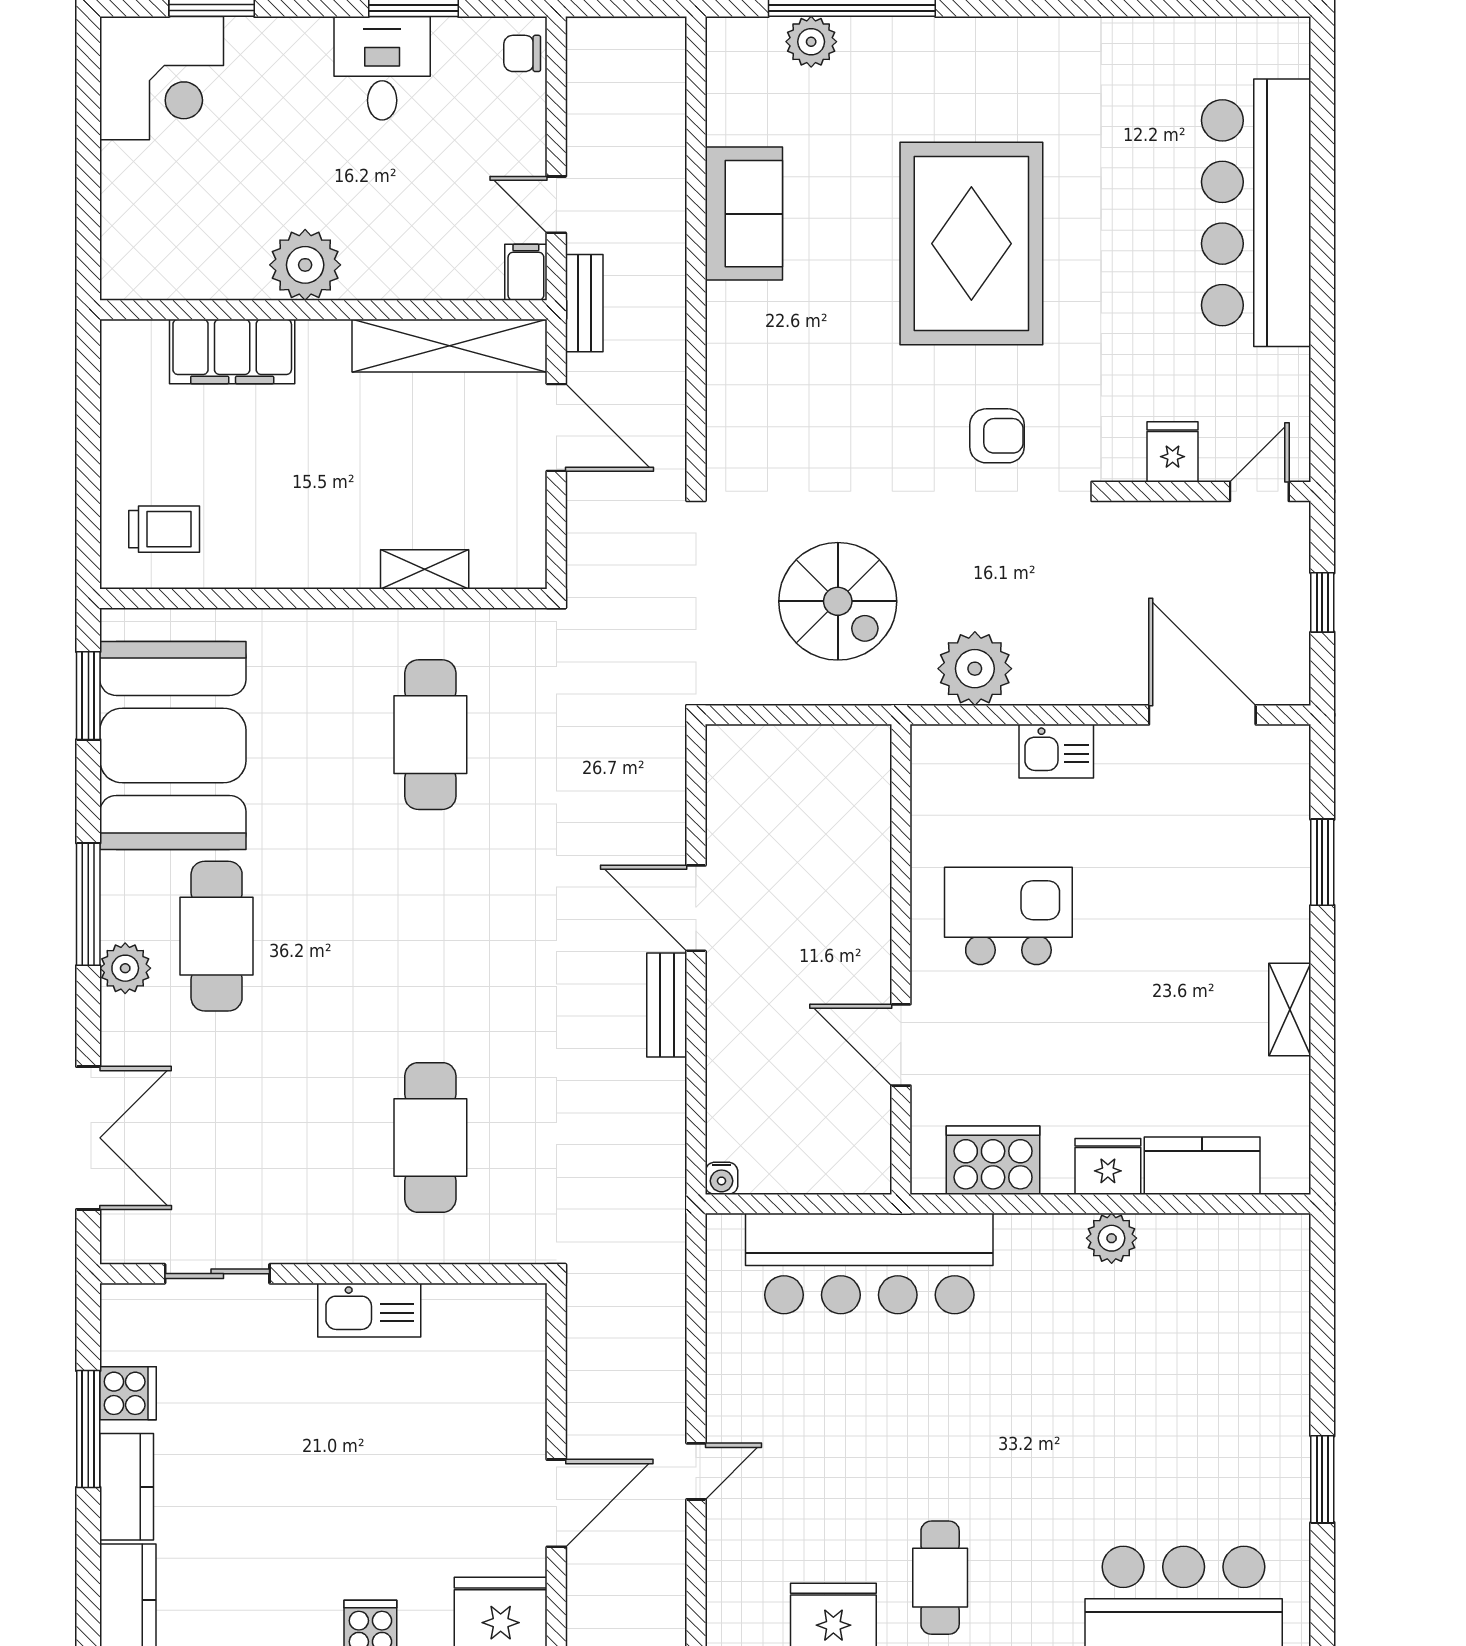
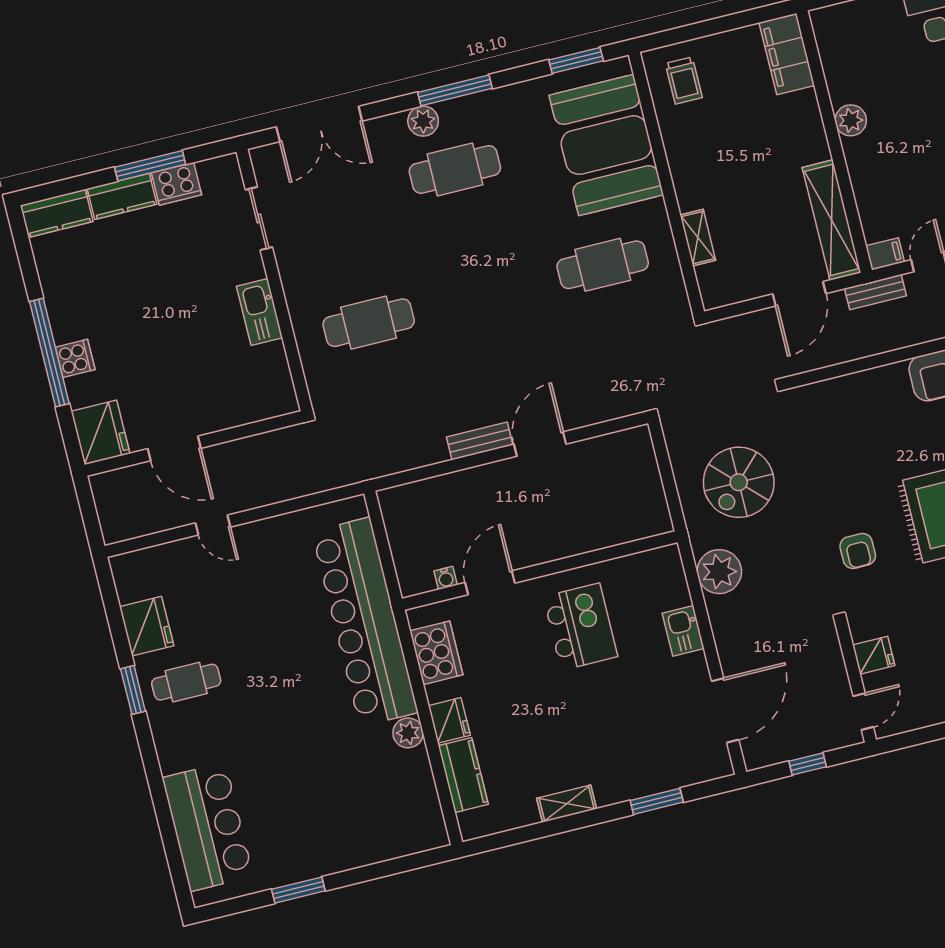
plant: (305, 265) -> (851, 120), width x0.73, depth x0.73
filing cabinet: (232, 351) -> (787, 54), moved
door: (1259, 491) -> (863, 711), hinge flipped
booth: (173, 745) -> (606, 145), moved, turned 90
water cooler: (722, 1178) -> (446, 578), moved, turned -90
bar counter: (869, 1264) -> (365, 622), width x1.36
cooker: (128, 1393) -> (177, 184), width x1.36

